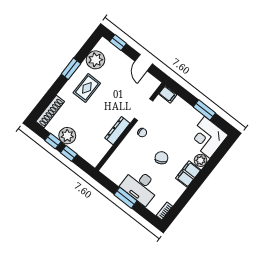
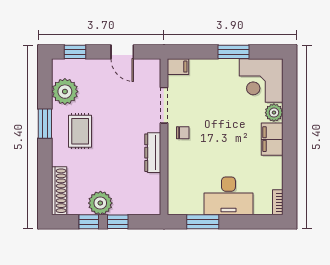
chair: (161, 158) -> (227, 144), removed
window: (126, 198) -> (203, 222), moved

